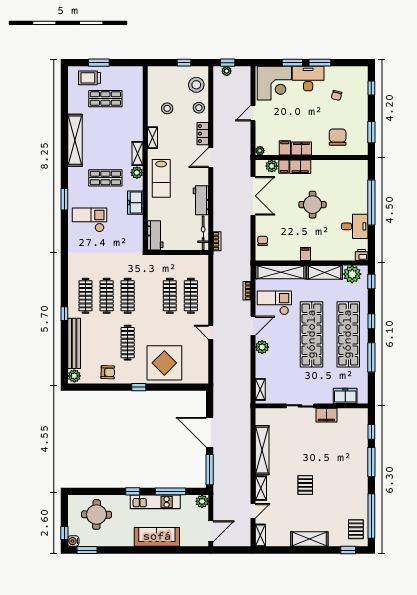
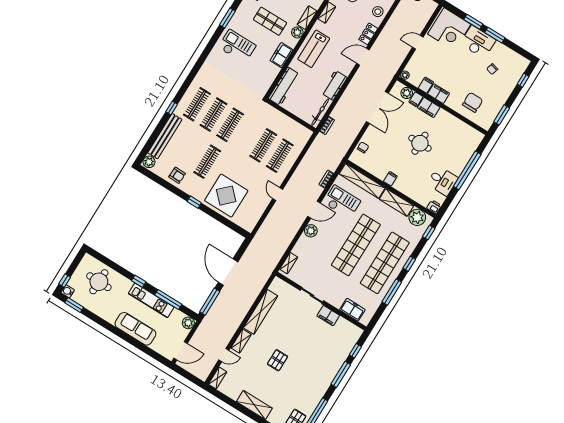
workbench: (155, 235) -> (284, 86), width x1.37

